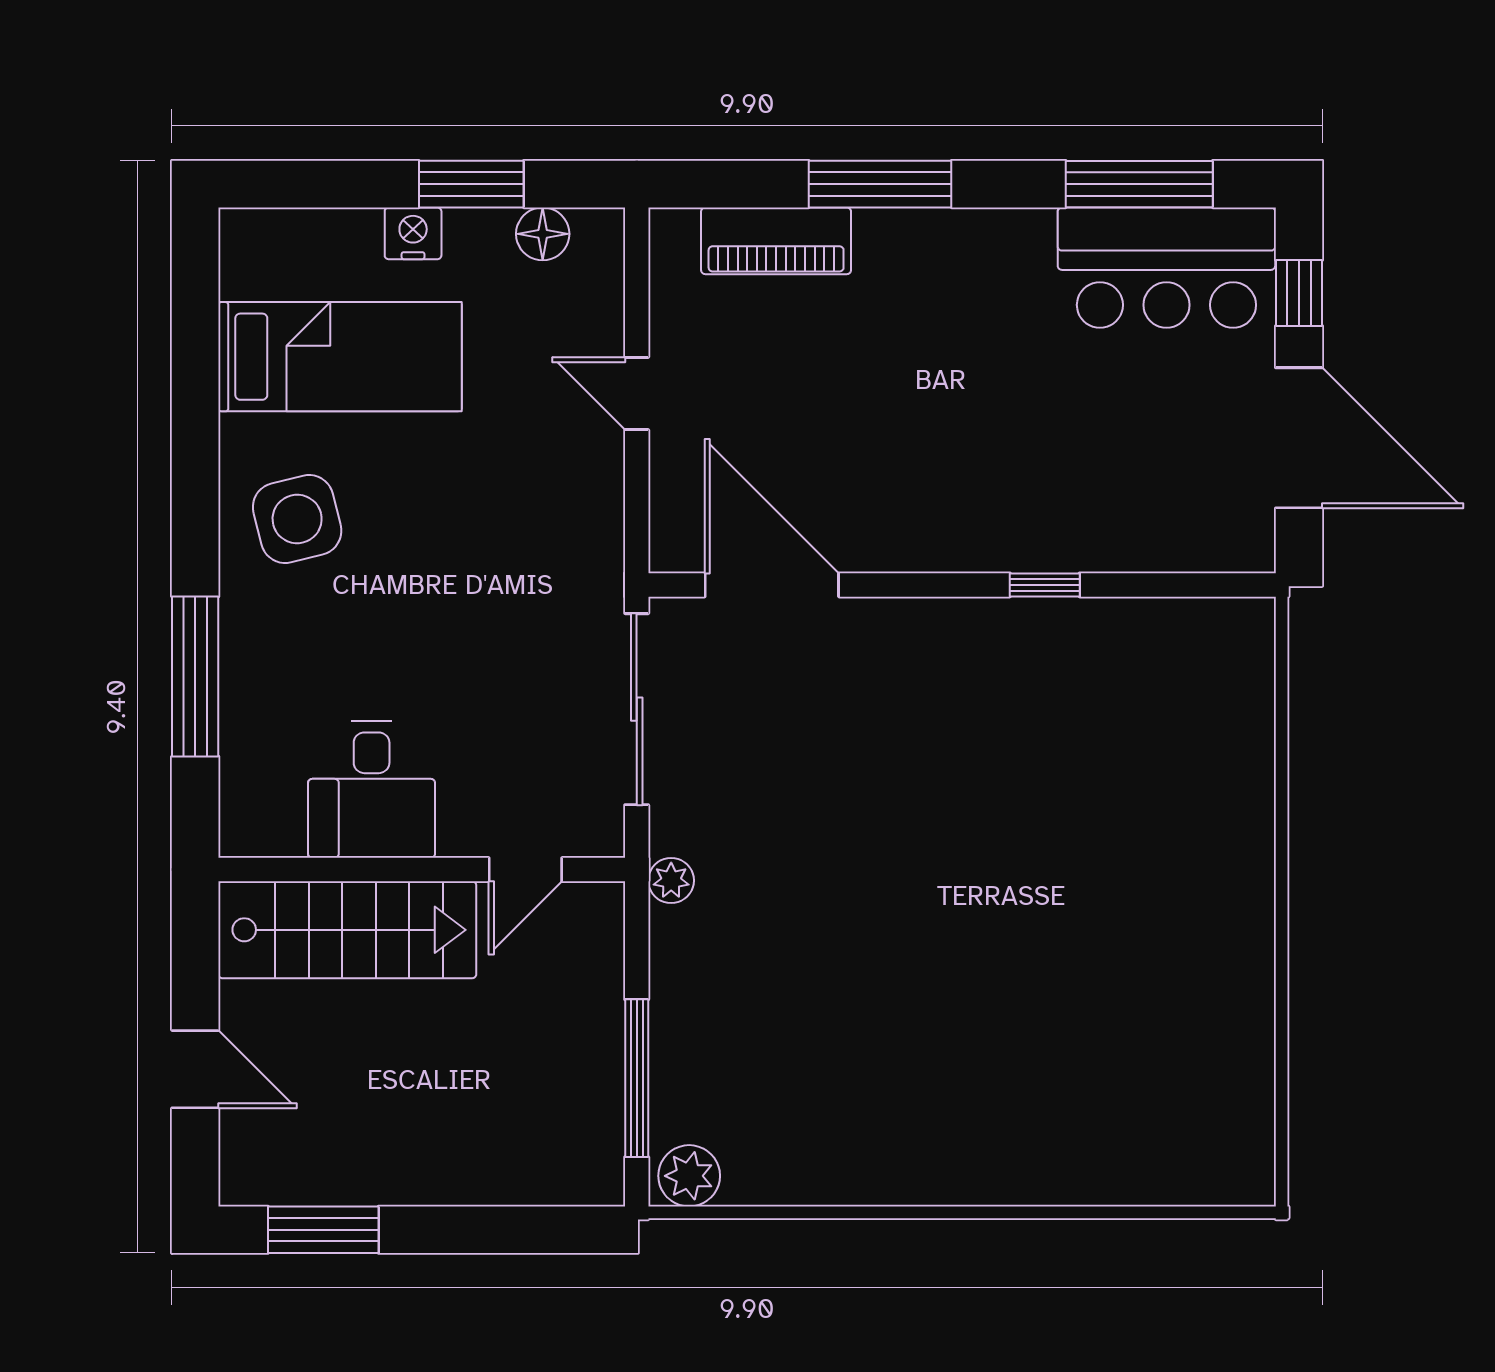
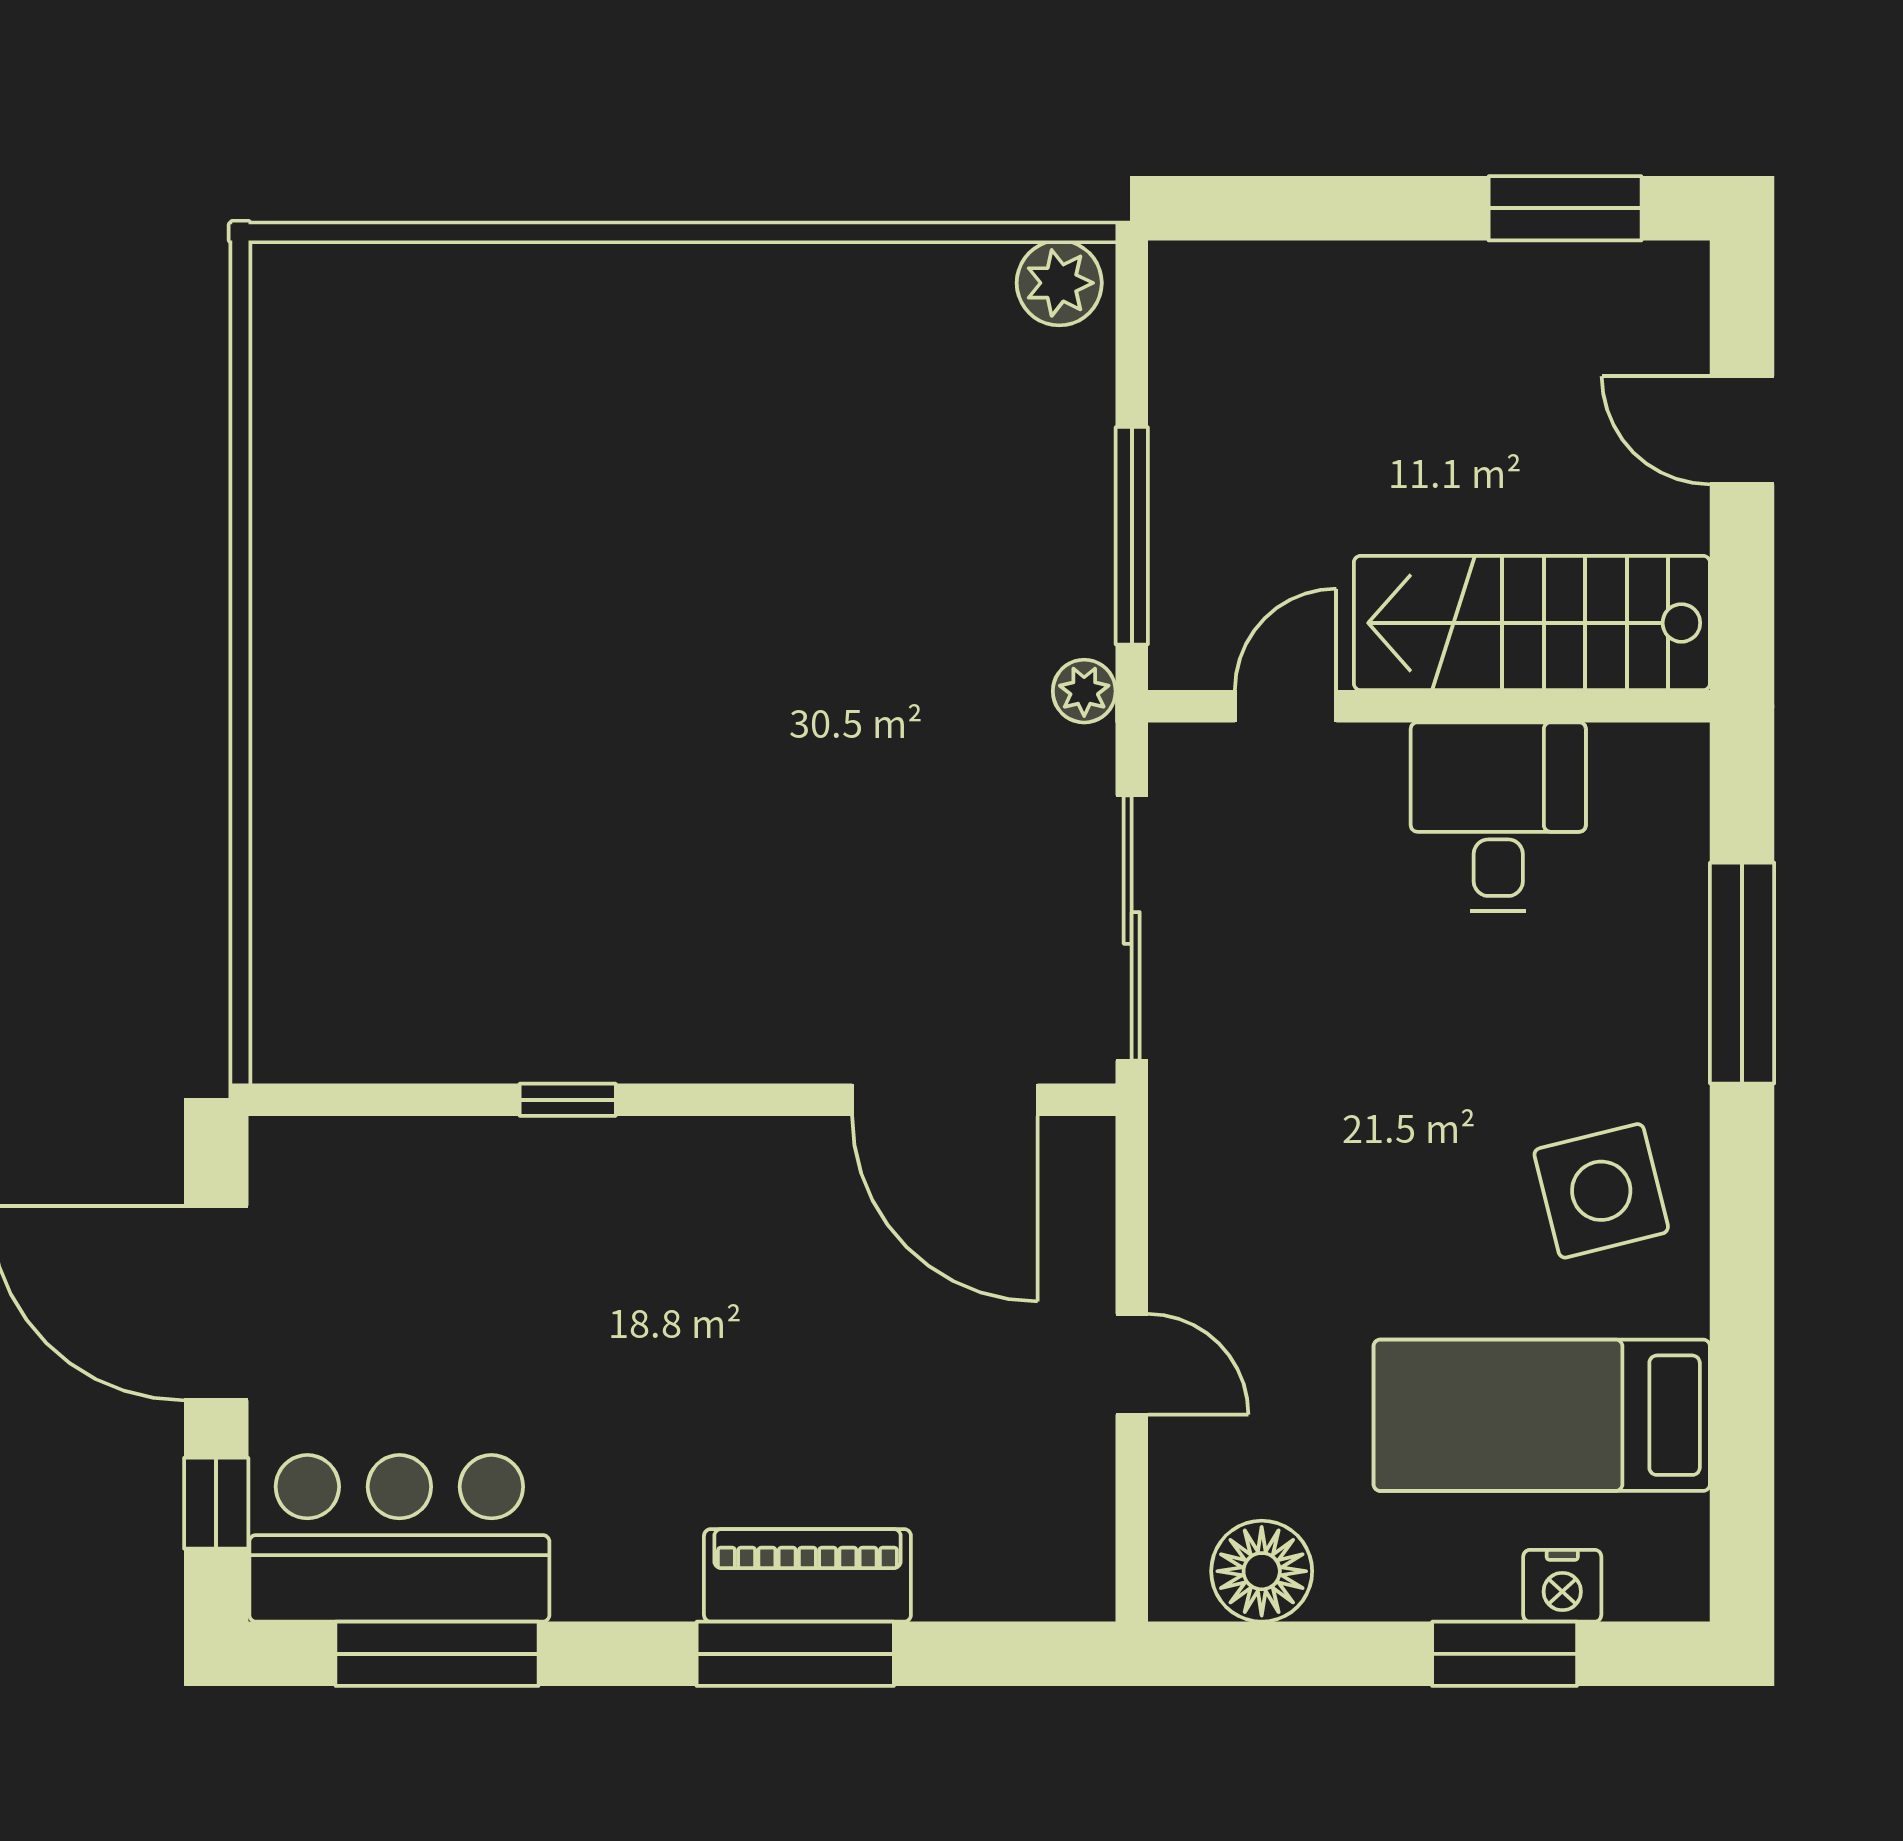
window: (471, 184) -> (1505, 1654), moved
nightstand: (413, 233) -> (1562, 1586), moved
floor lamp: (543, 234) -> (1262, 1571), width x1.38, depth x1.38
piano: (776, 241) -> (807, 1575), moved
window: (637, 1078) -> (1132, 536), moved

